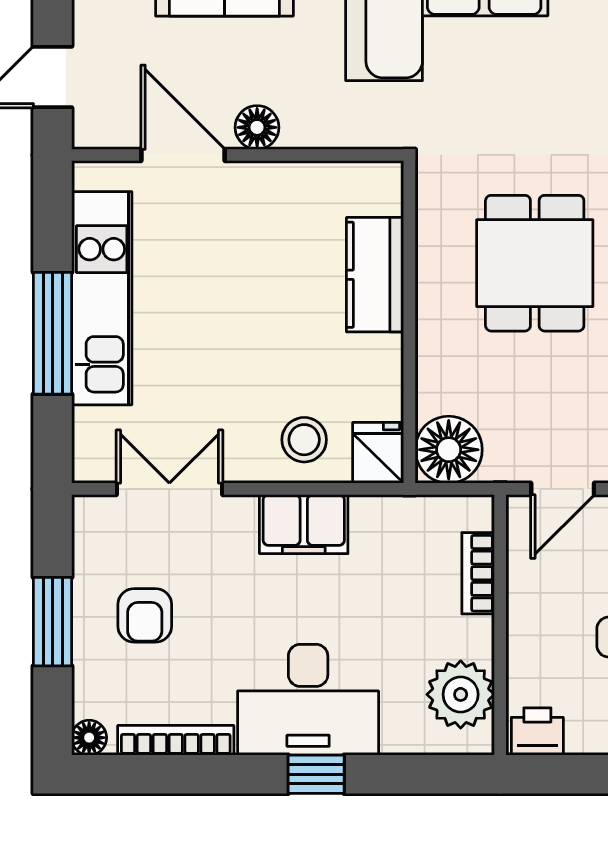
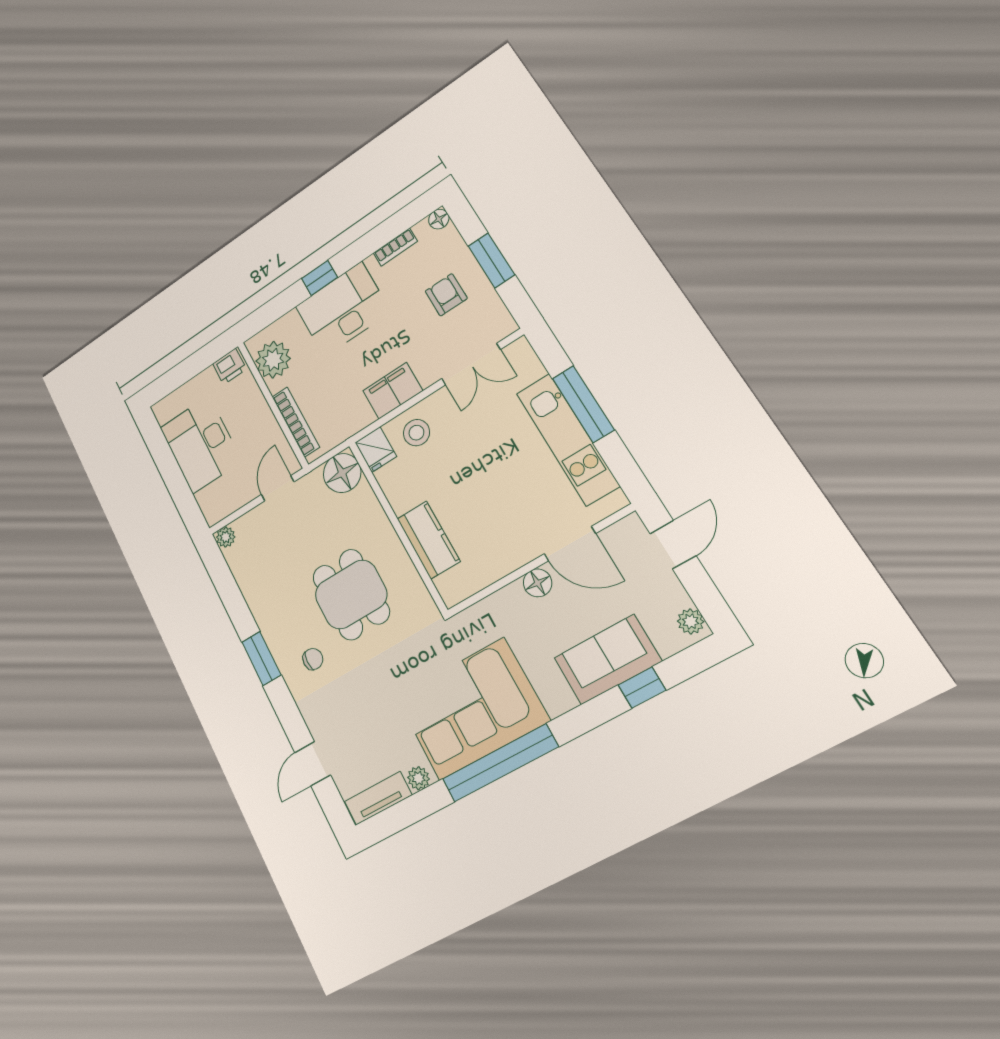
bookcase: (478, 573) -> (296, 422), width x1.56
bookcase: (176, 740) -> (395, 247), width x0.64

